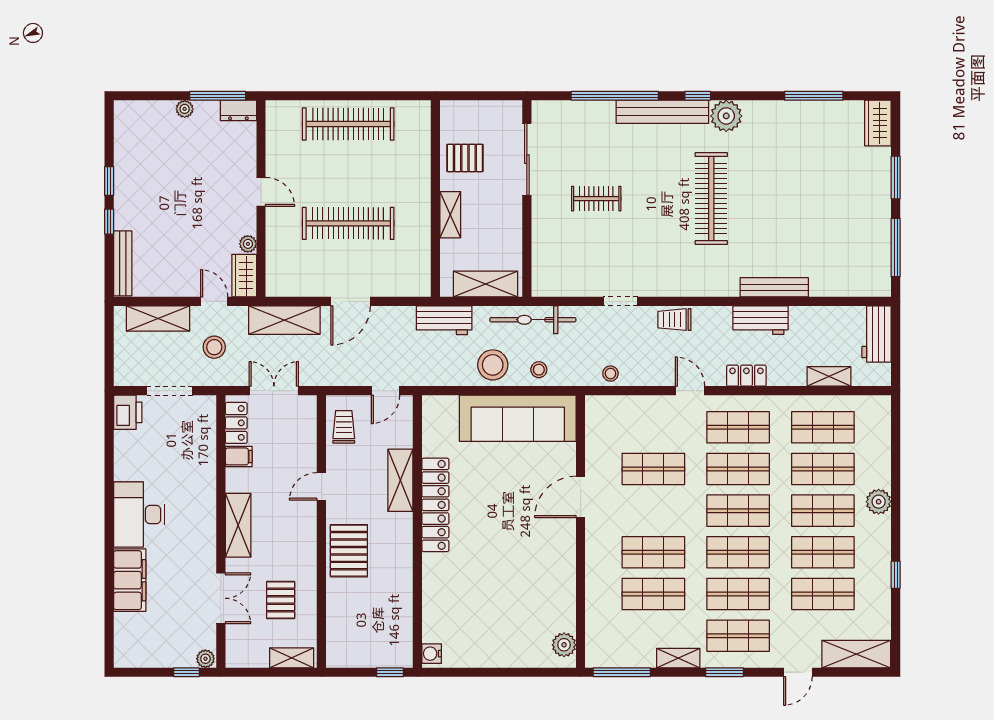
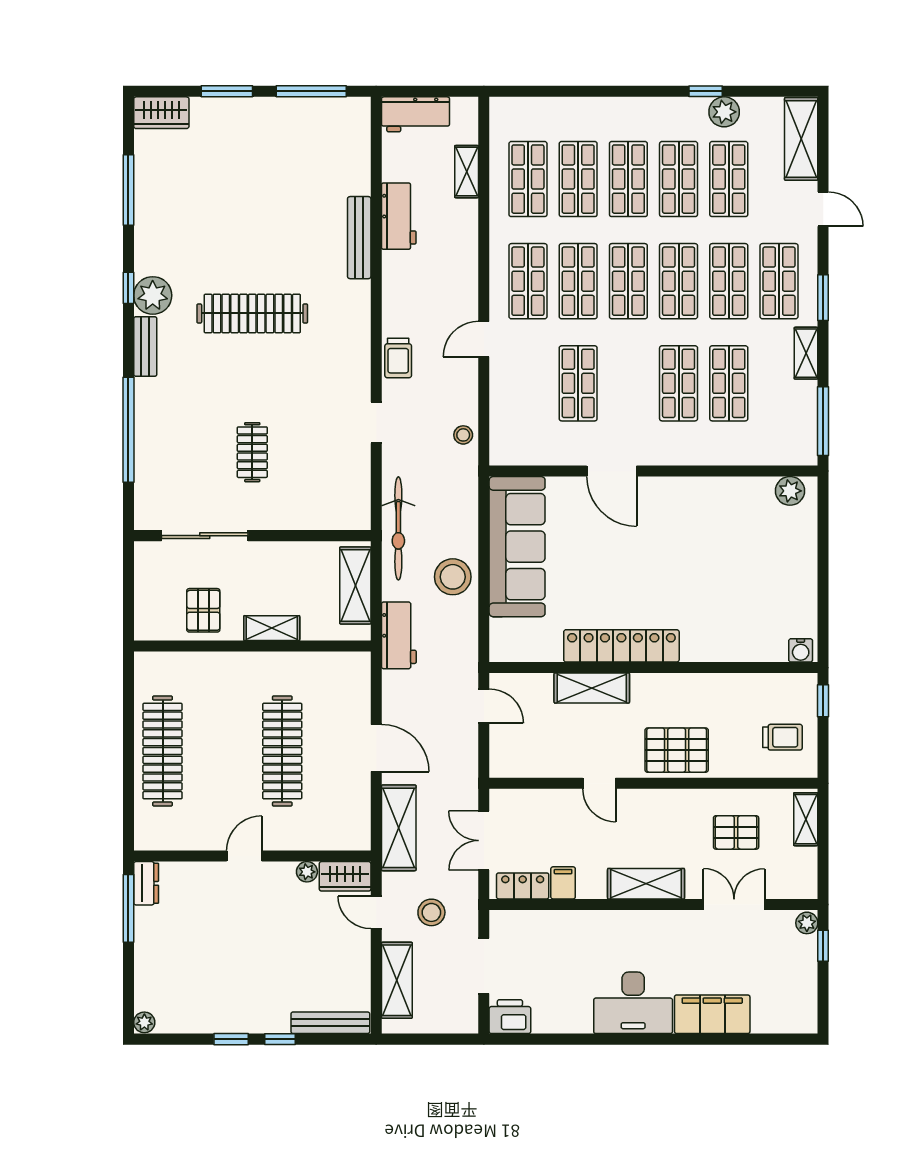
window: (698, 96) -> (128, 288), moved
plant: (185, 109) -> (144, 1022), moved
bench: (662, 112) -> (145, 346), width x0.54, depth x0.82
door: (214, 301) -> (376, 912), hinge flipped
workbench: (761, 320) -> (399, 216), moved
stool: (539, 370) -> (458, 521), removed
locker: (746, 376) -> (466, 271), removed
trolley: (344, 427) -> (782, 737), moved, turned 180
plant: (879, 502) -> (724, 112), moved

